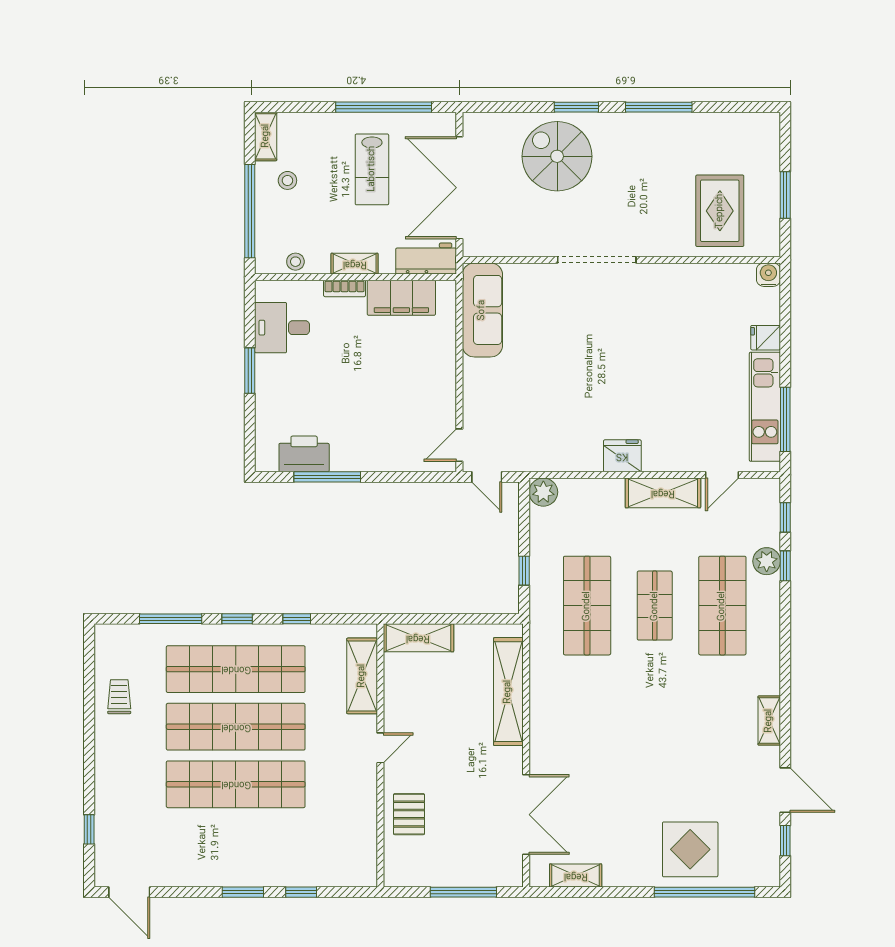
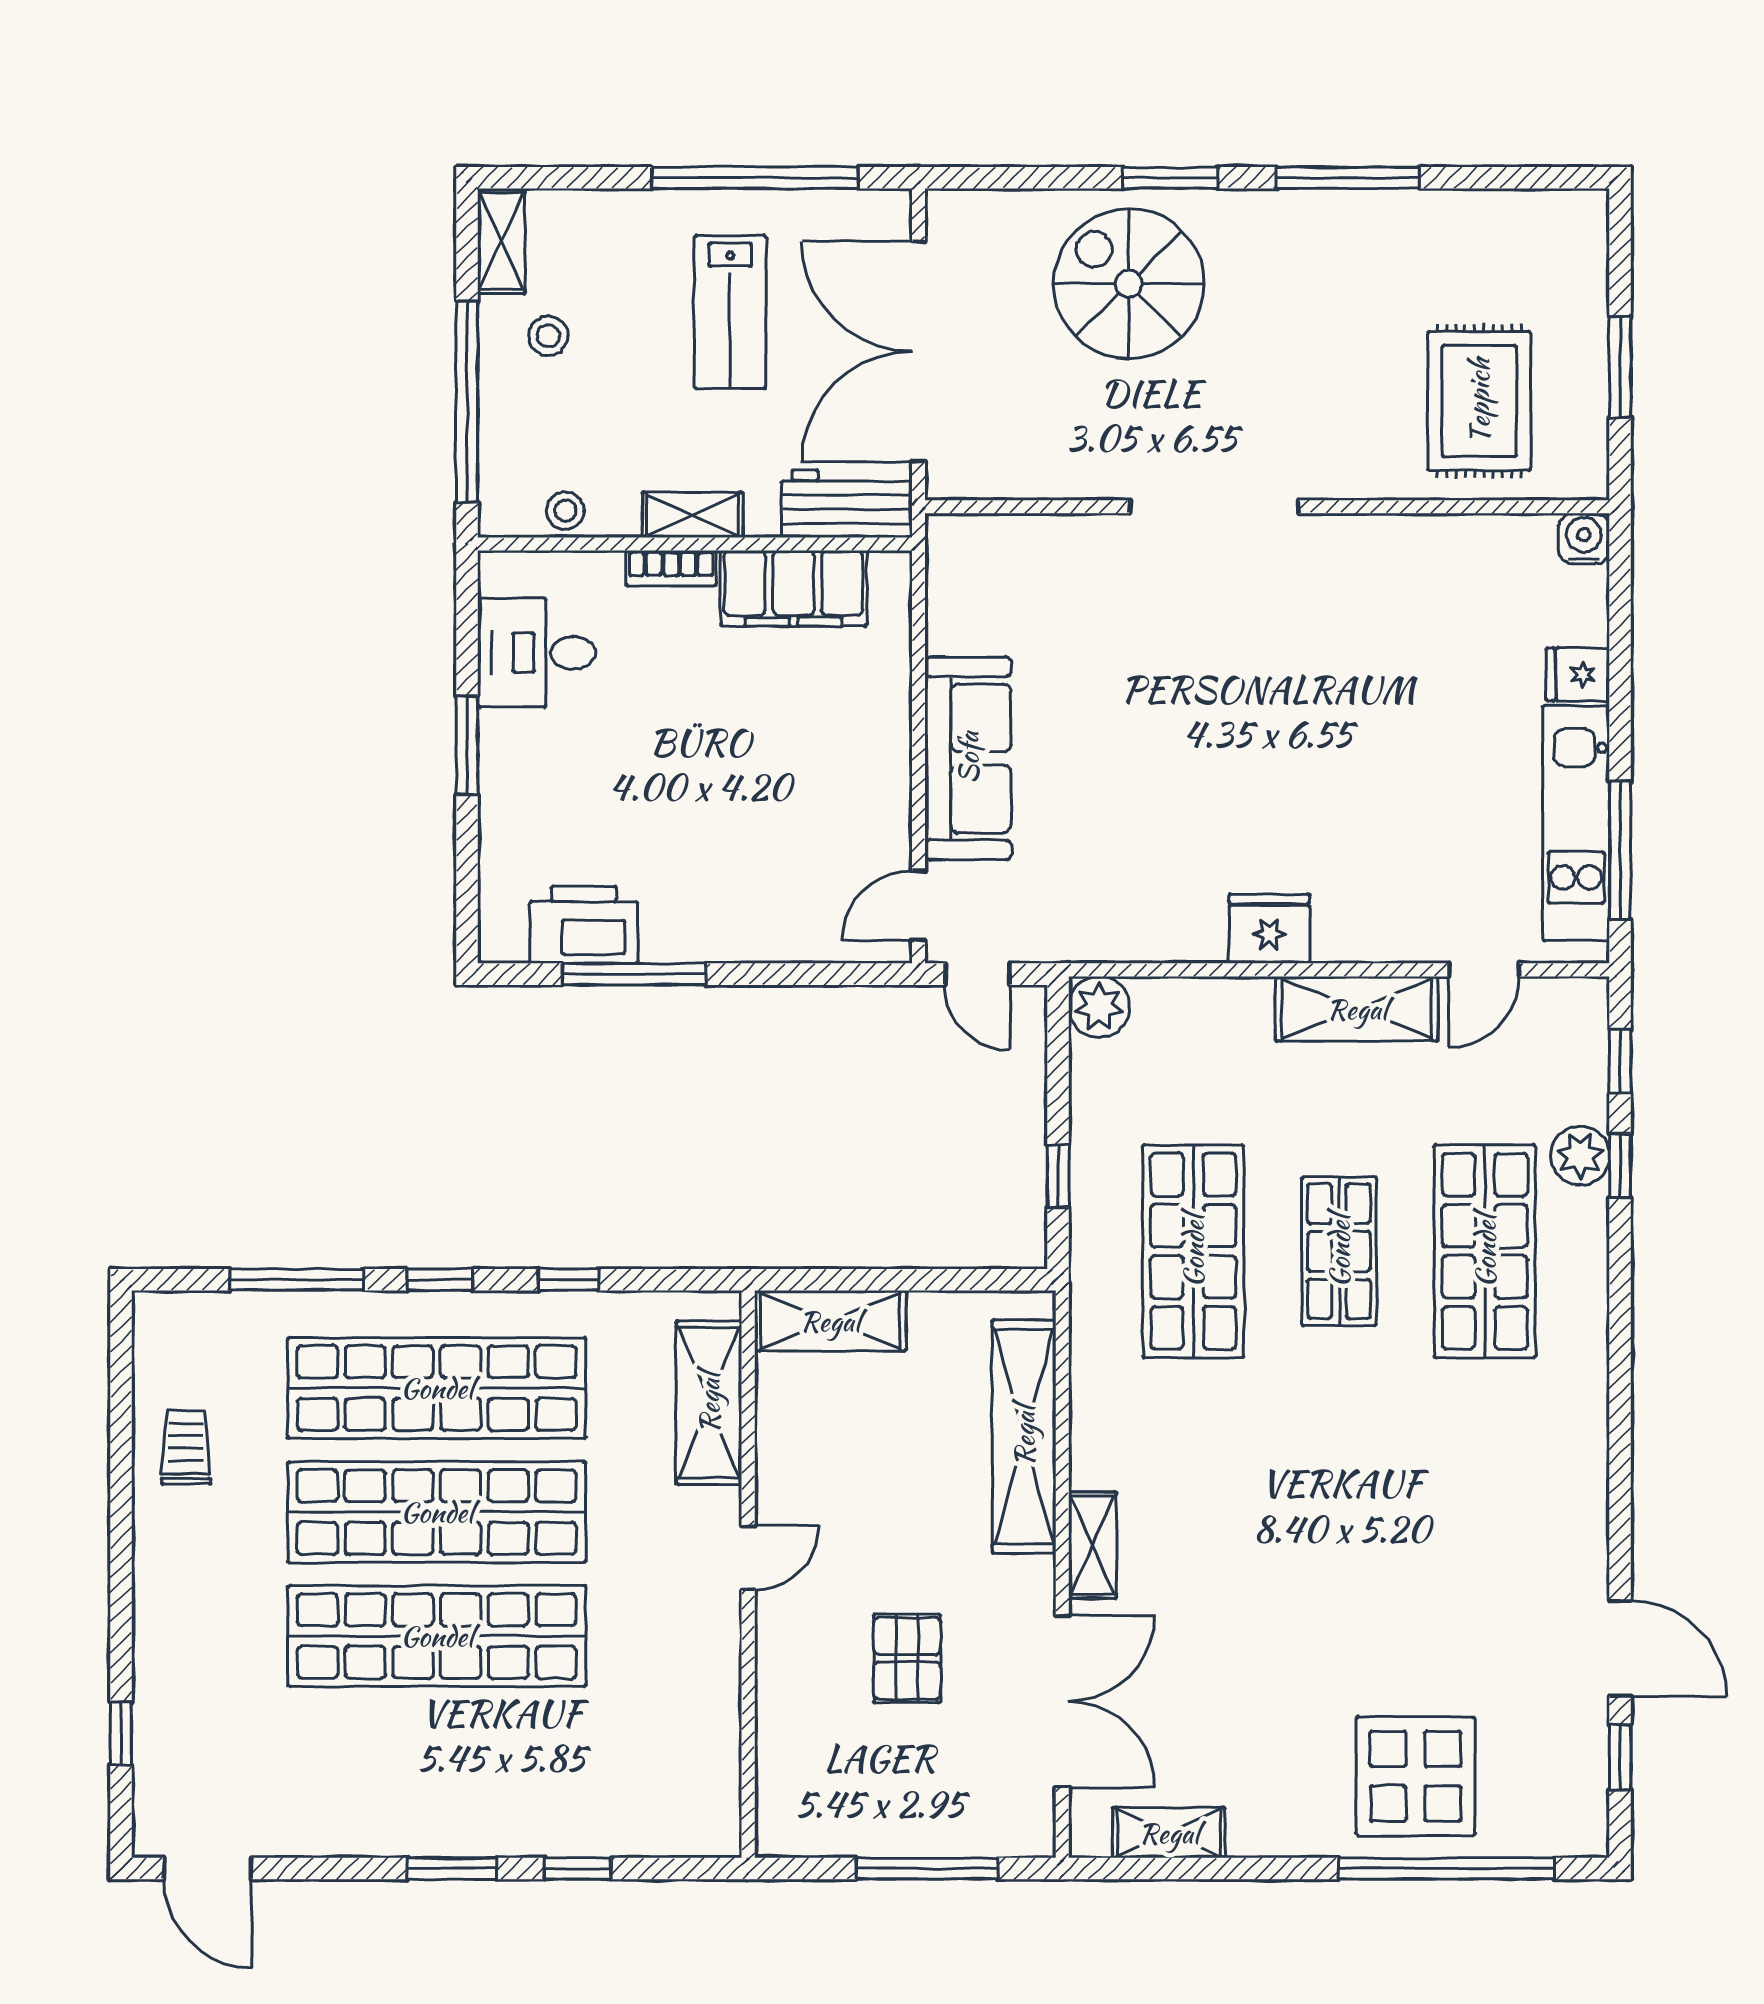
sofa: (482, 310) -> (968, 758), moved
shelving: (769, 721) -> (1092, 1545), moved
pallet: (409, 814) -> (907, 1658), moved

